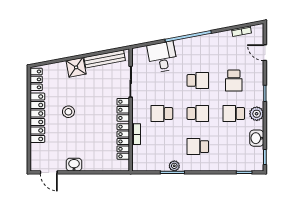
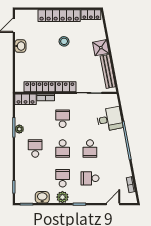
locker: (138, 158) -> (26, 99), added

